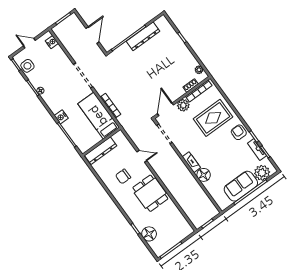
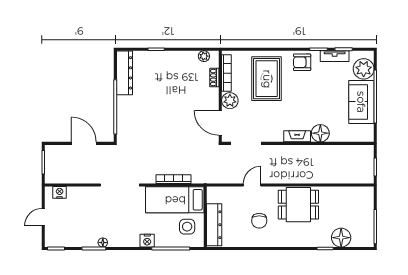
dresser: (143, 36) -> (124, 73), moved
side table: (27, 66) -> (187, 227), moved

